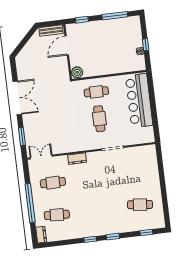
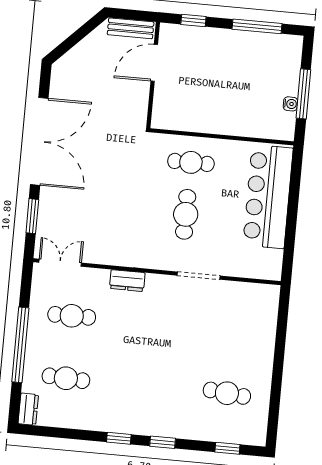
window: (146, 45) -> (303, 94), width x2.17
plant: (77, 72) -> (163, 118), removed
double door: (17, 98) -> (39, 141), width x1.36

